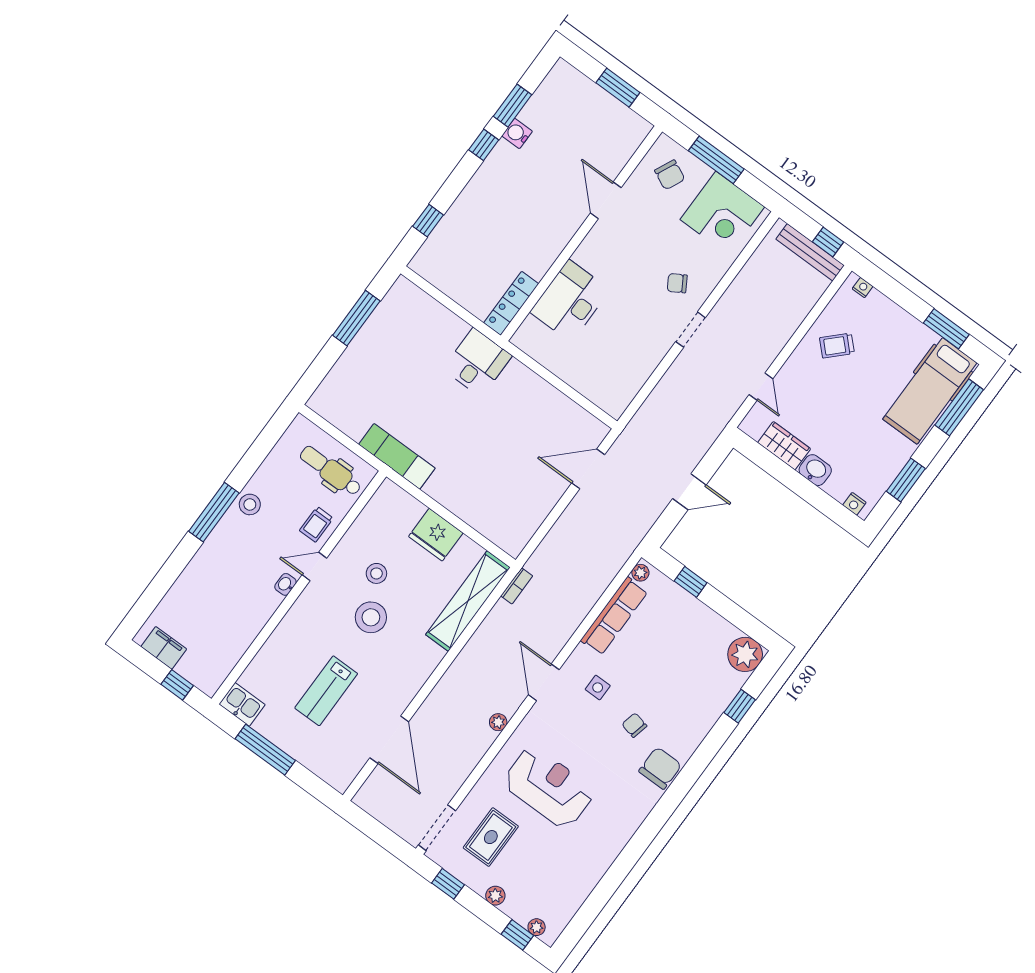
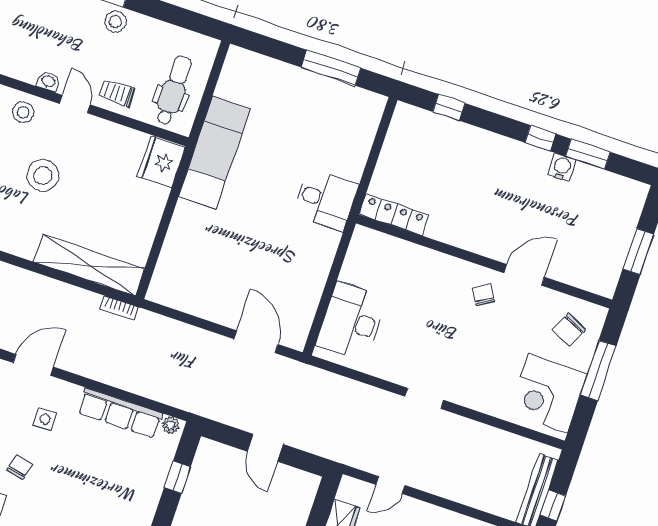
chair: (677, 283) -> (484, 295), moved
desk: (570, 301) -> (351, 321), moved, turned -90
exam couch: (397, 456) -> (214, 152), width x1.36, depth x1.45
fridge: (436, 535) -> (161, 162), moved
stool: (376, 573) -> (23, 112), moved

